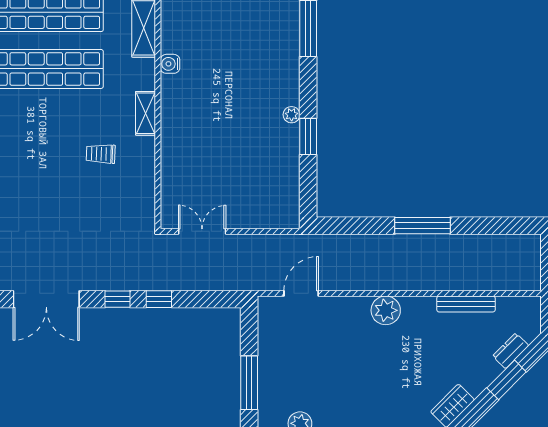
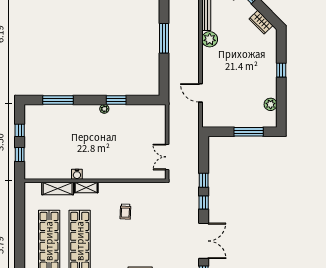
shelving: (146, 113) -> (86, 187), moved
door: (301, 293) -> (200, 93), moved
plant: (386, 310) -> (210, 39), moved

